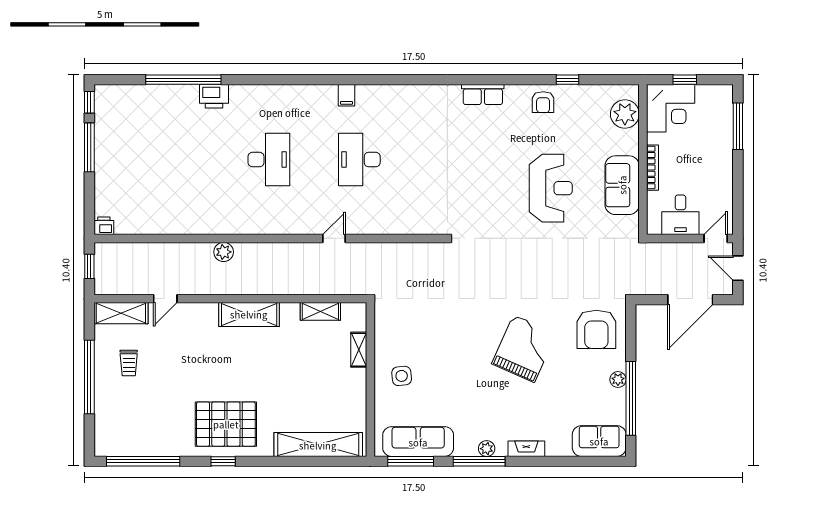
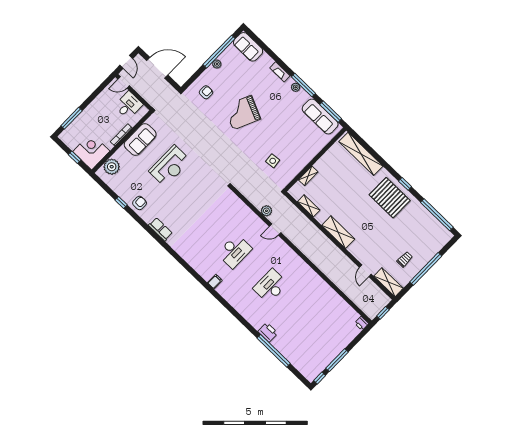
reception desk: (551, 188) -> (170, 166), turned 180
plant: (224, 252) -> (266, 211), moved
door: (165, 299) -> (365, 271), swing flipped
armchair: (596, 329) -> (206, 92), width x0.53, depth x0.53
side table: (402, 376) -> (273, 161), moved

